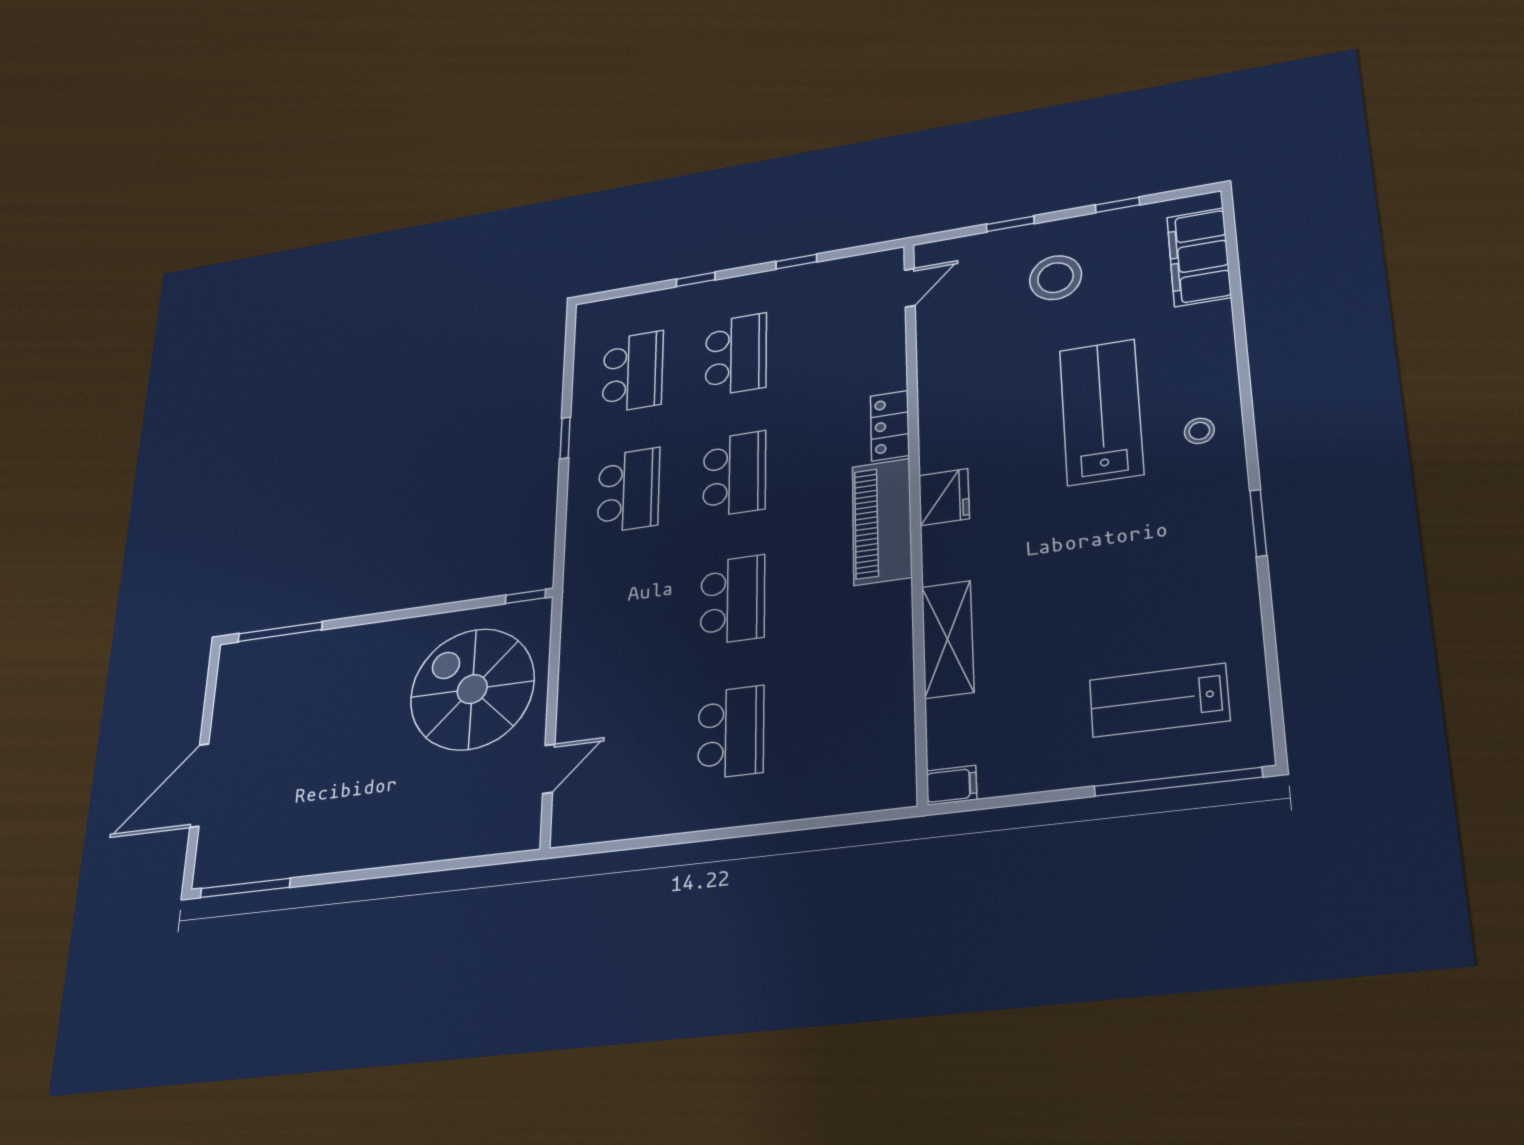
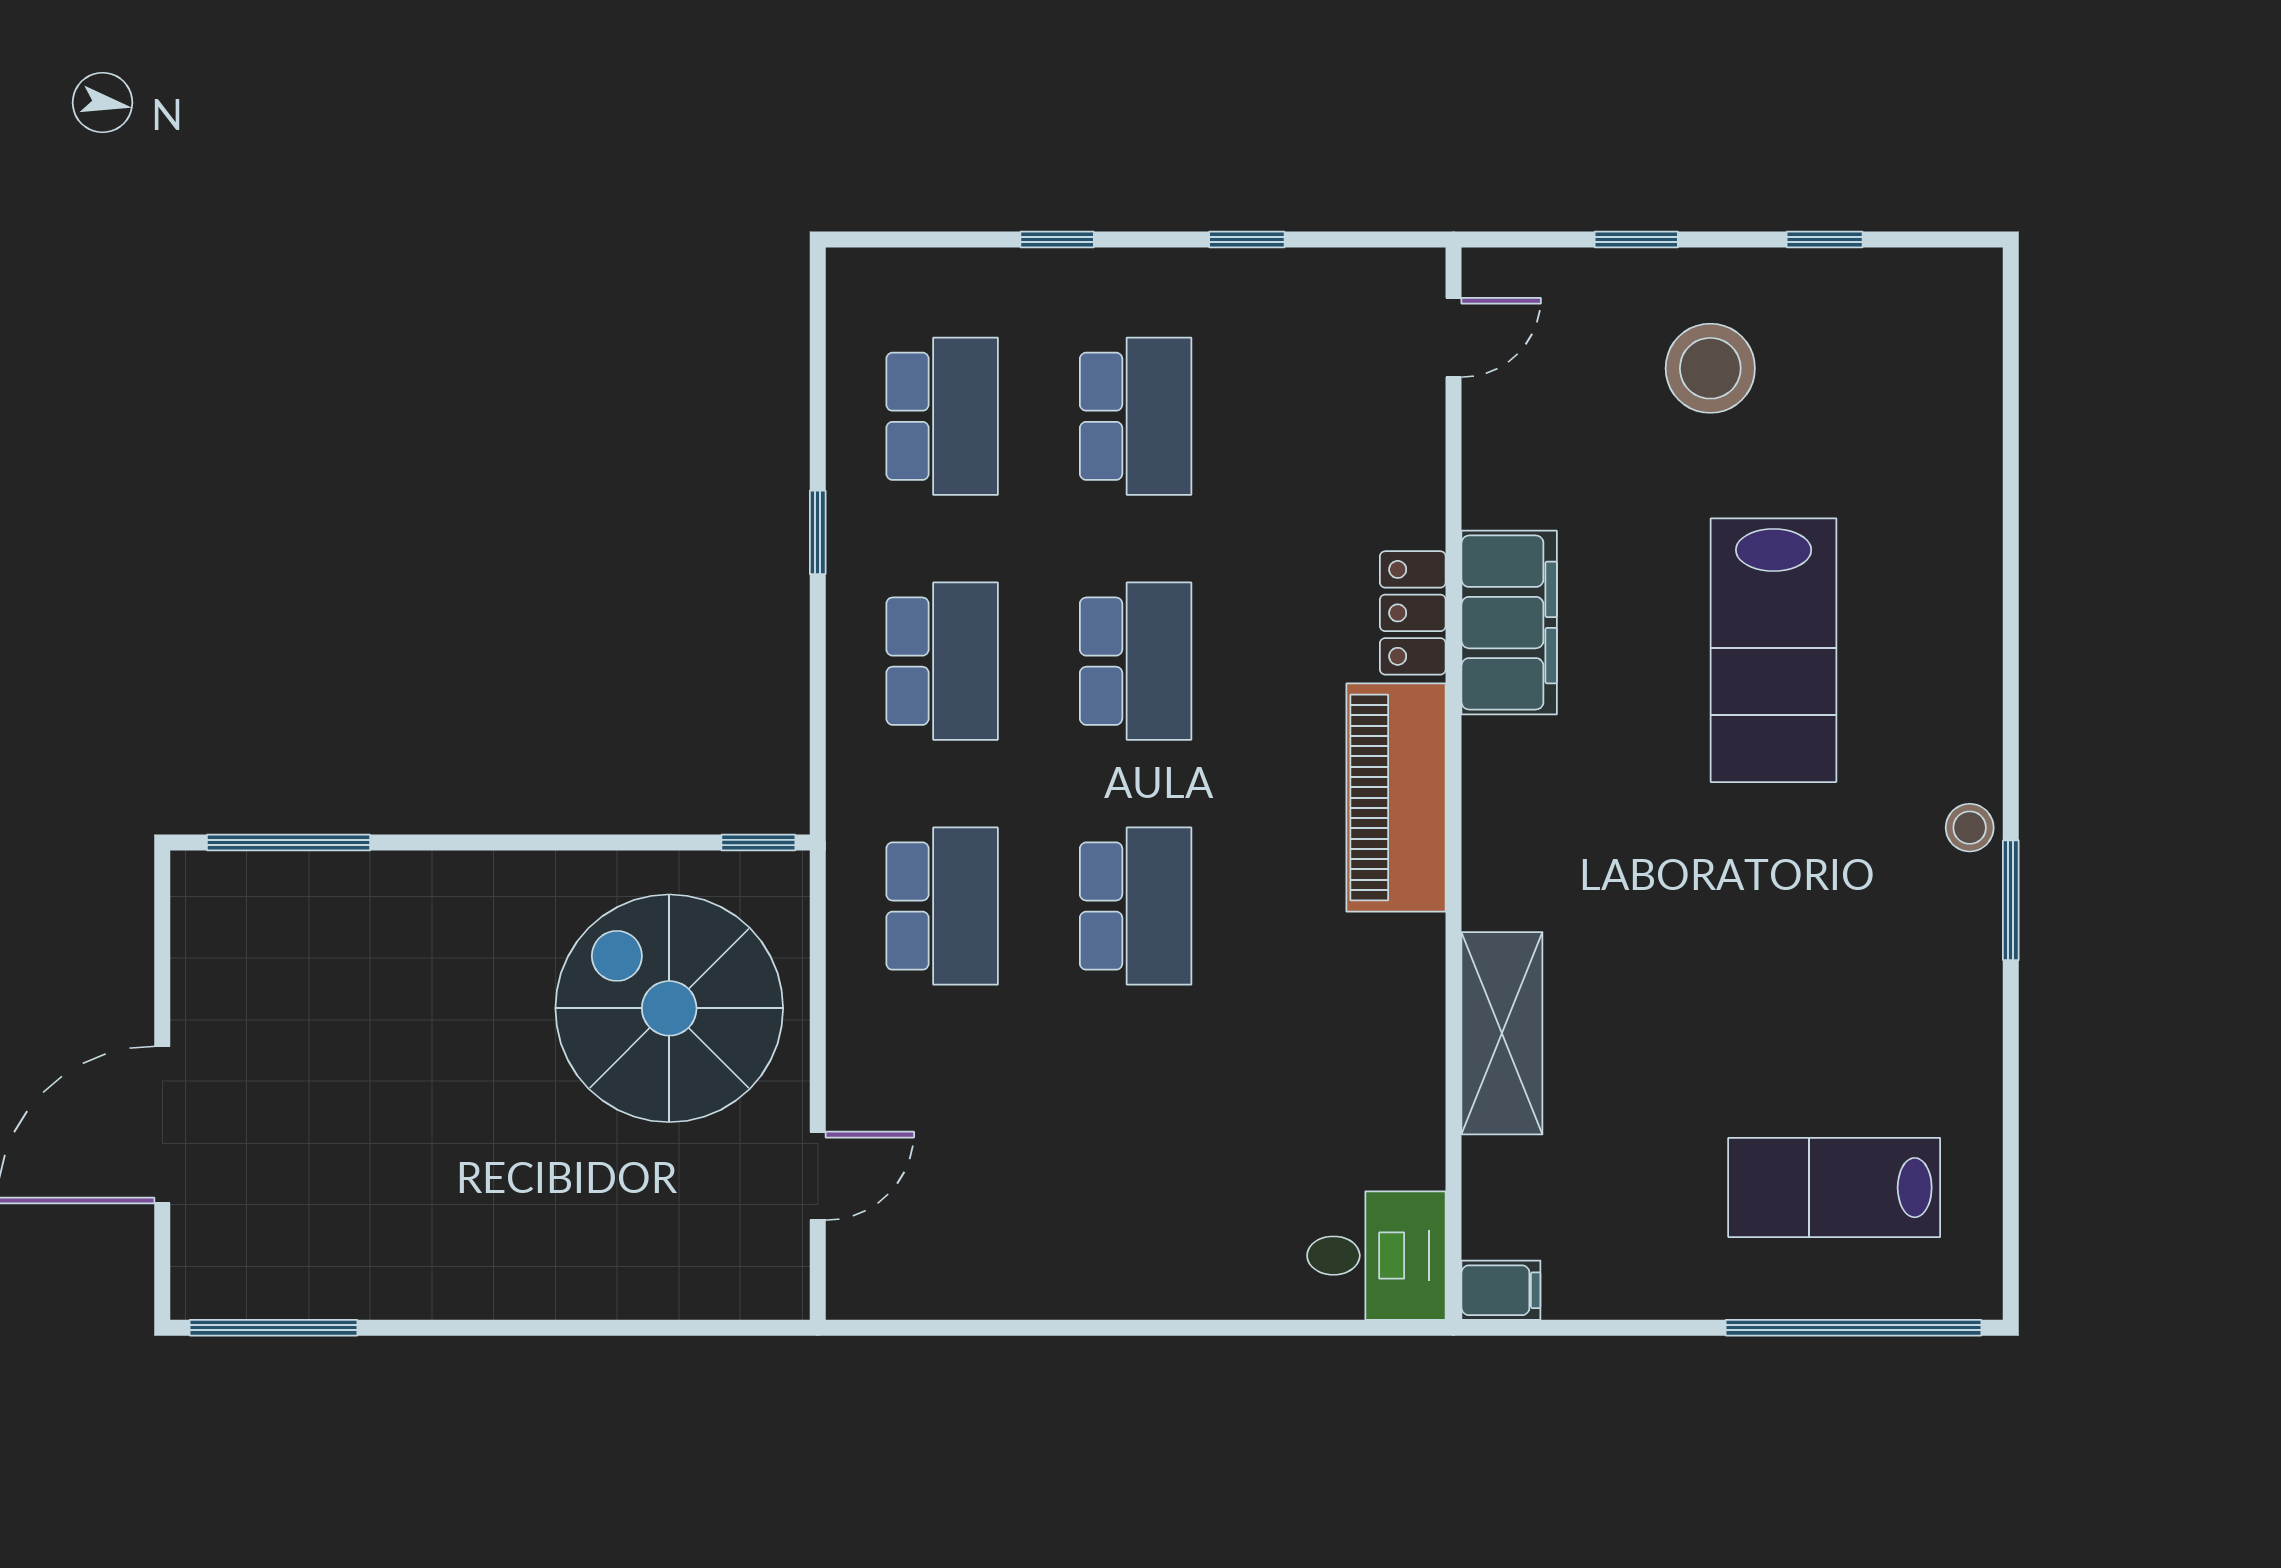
filing cabinet: (1199, 257) -> (1509, 623), moved, turned 180
lab bench: (1101, 412) -> (1774, 650), turned 180
stool: (1199, 431) -> (1970, 828), moved
fridge: (944, 497) -> (1503, 768), removed
school desk: (731, 732) -> (942, 906), moved
desk: (874, 774) -> (1376, 1256), added

